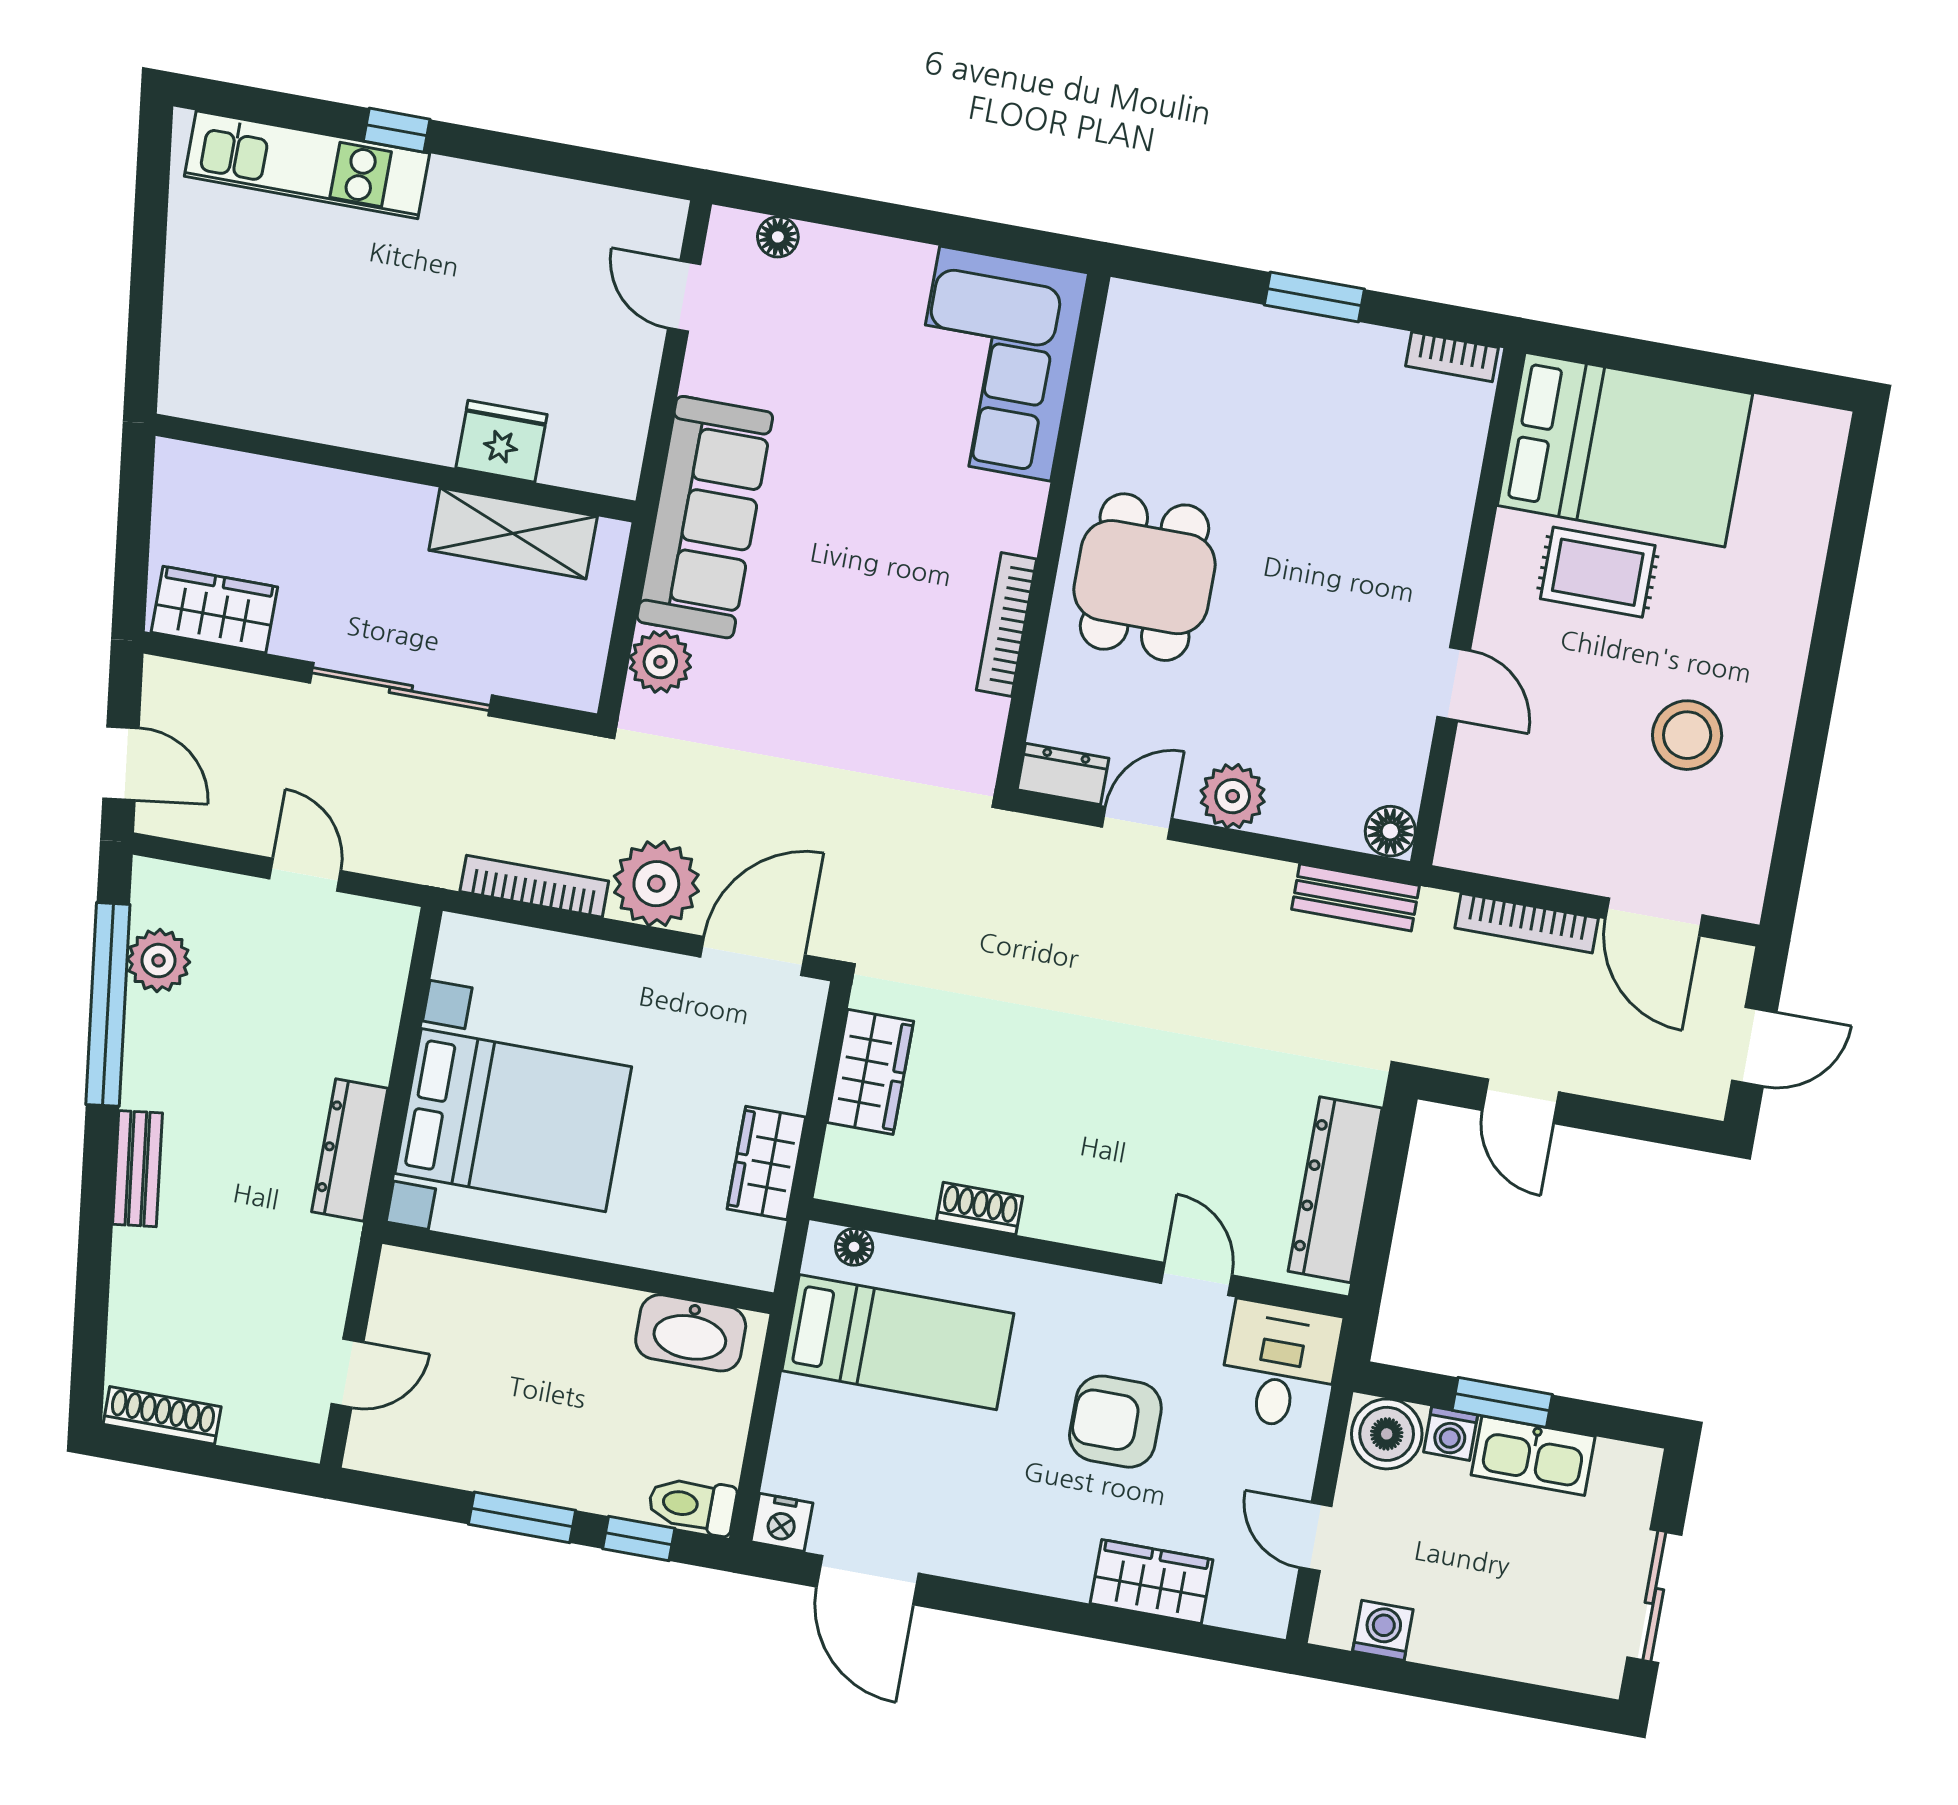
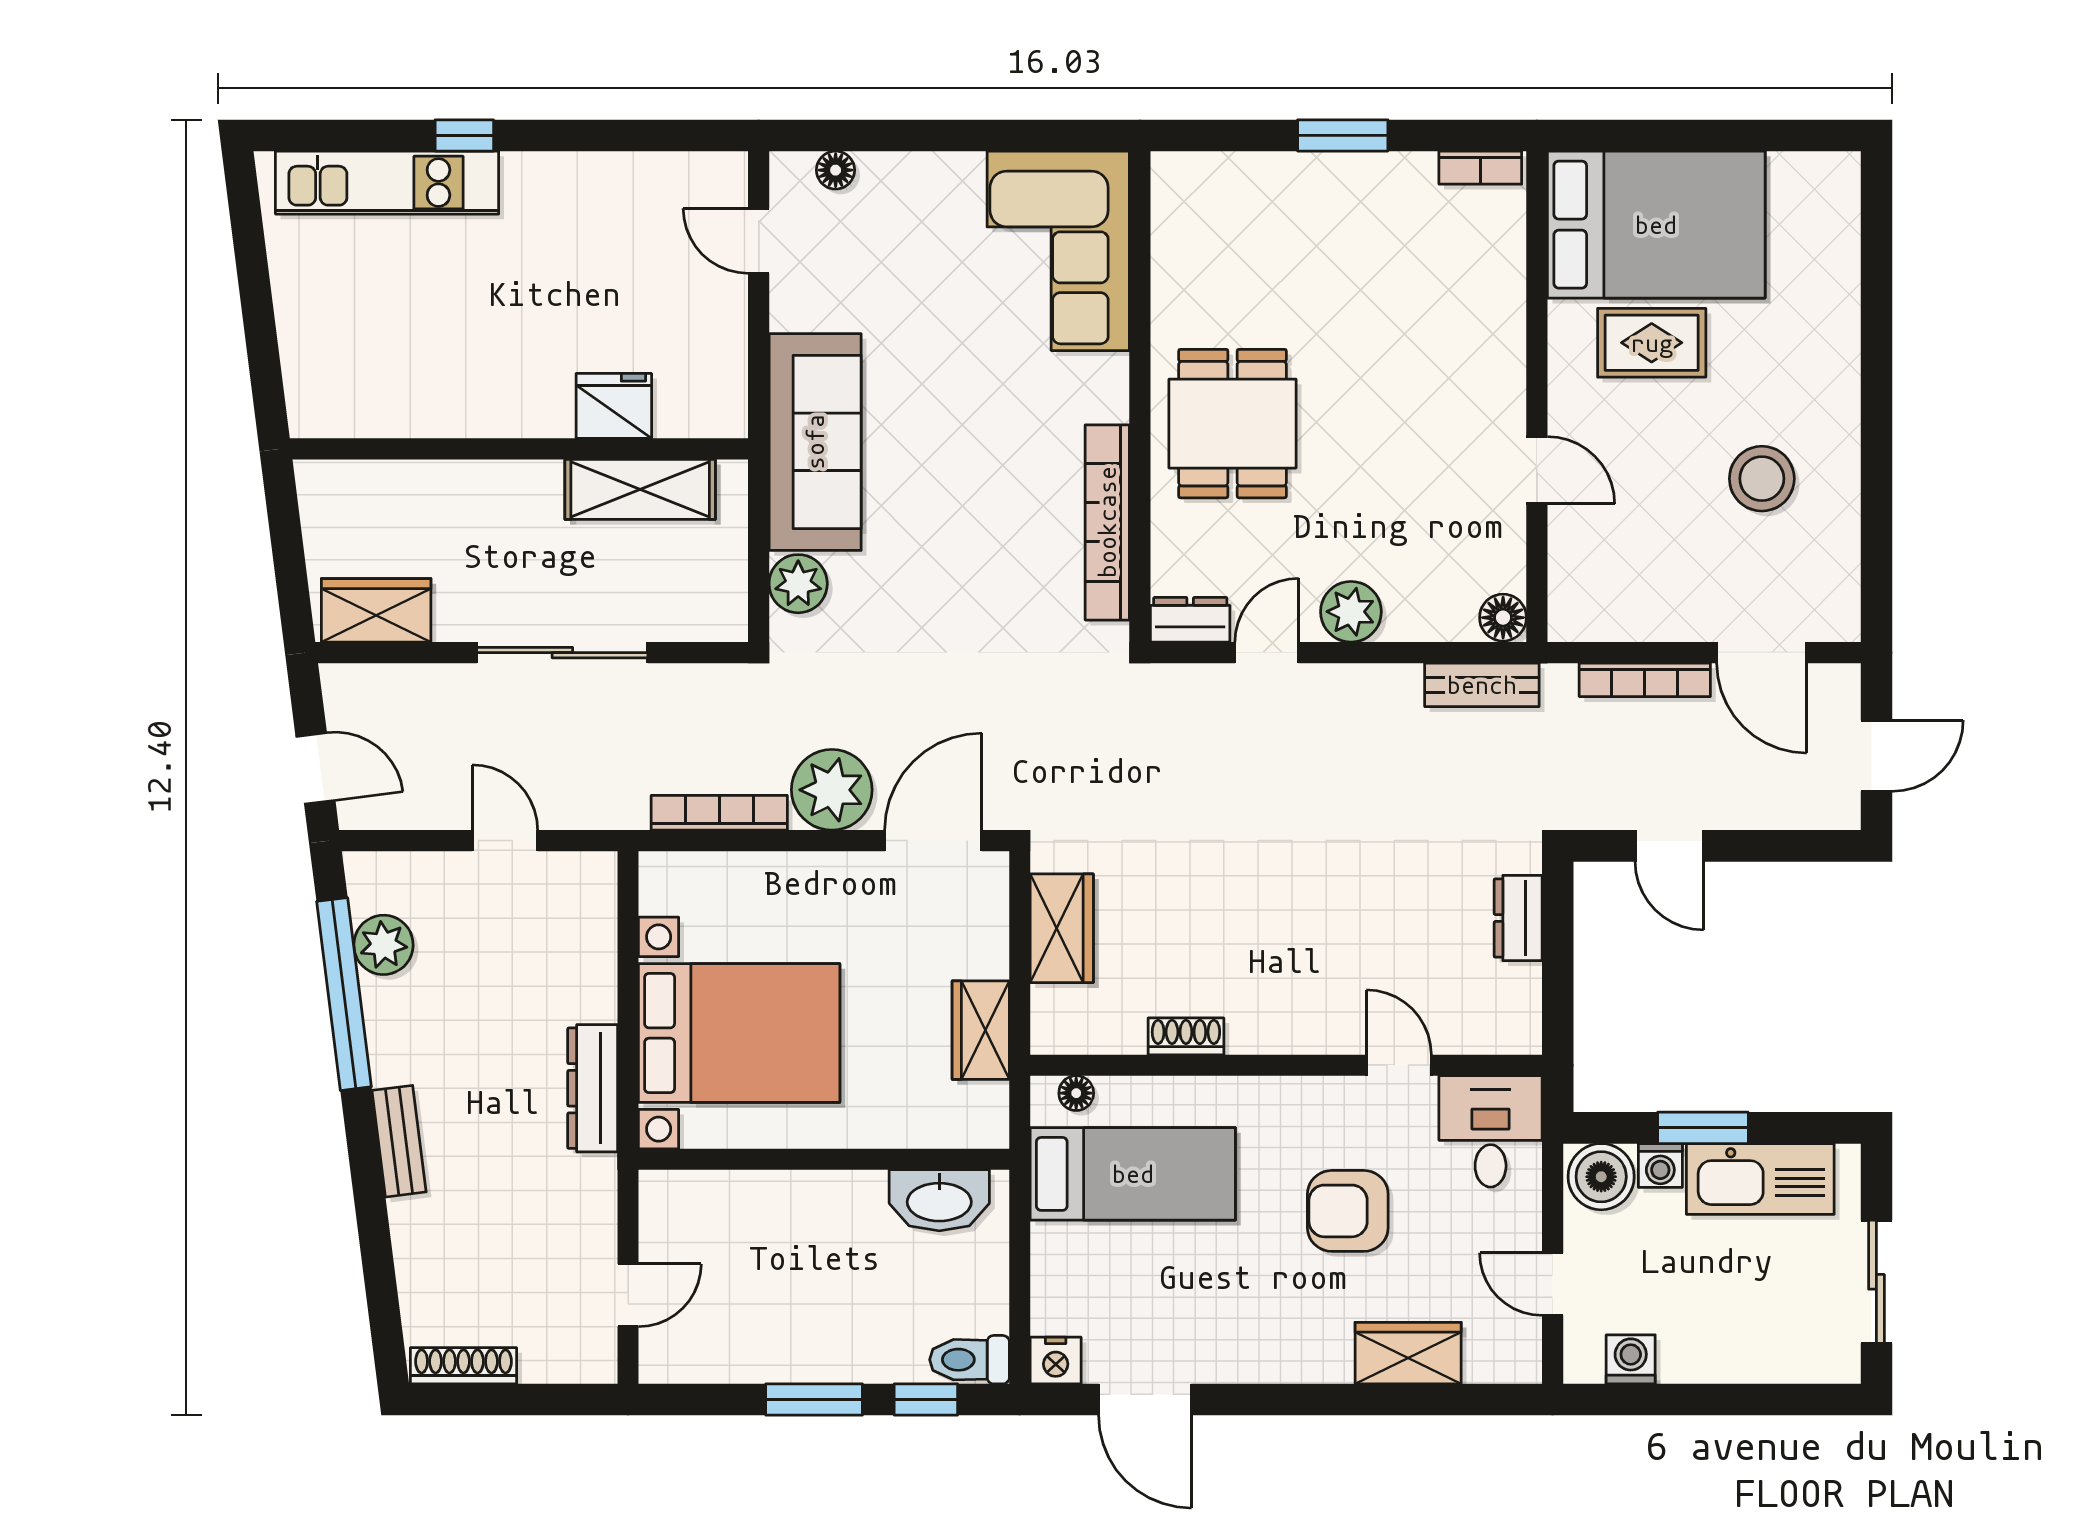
bookcase: (1006, 625) -> (1107, 522), width x1.48, depth x1.31
dresser: (1335, 1190) -> (1518, 918), width x0.51, depth x0.80
kitchen sink: (1533, 1456) -> (1760, 1179), width x1.36, depth x1.24

